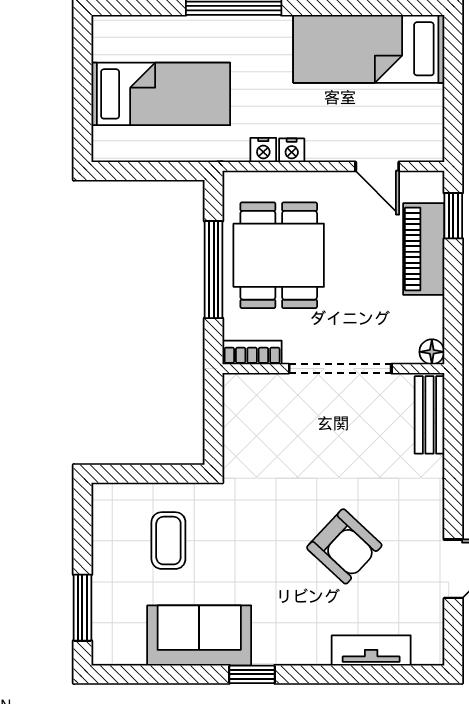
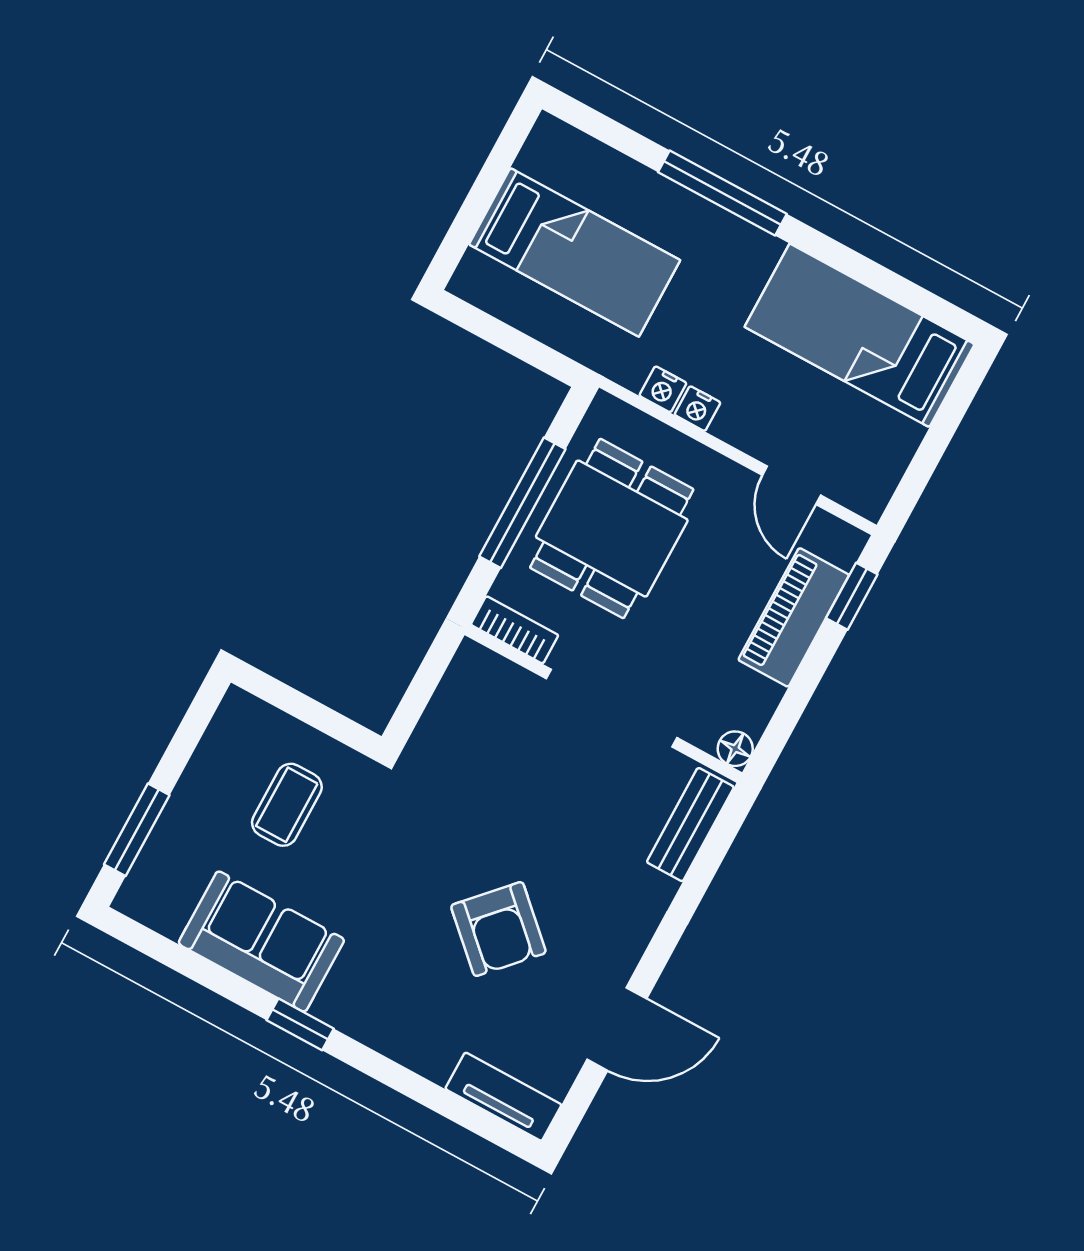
tv unit: (371, 650) -> (503, 1097), moved

